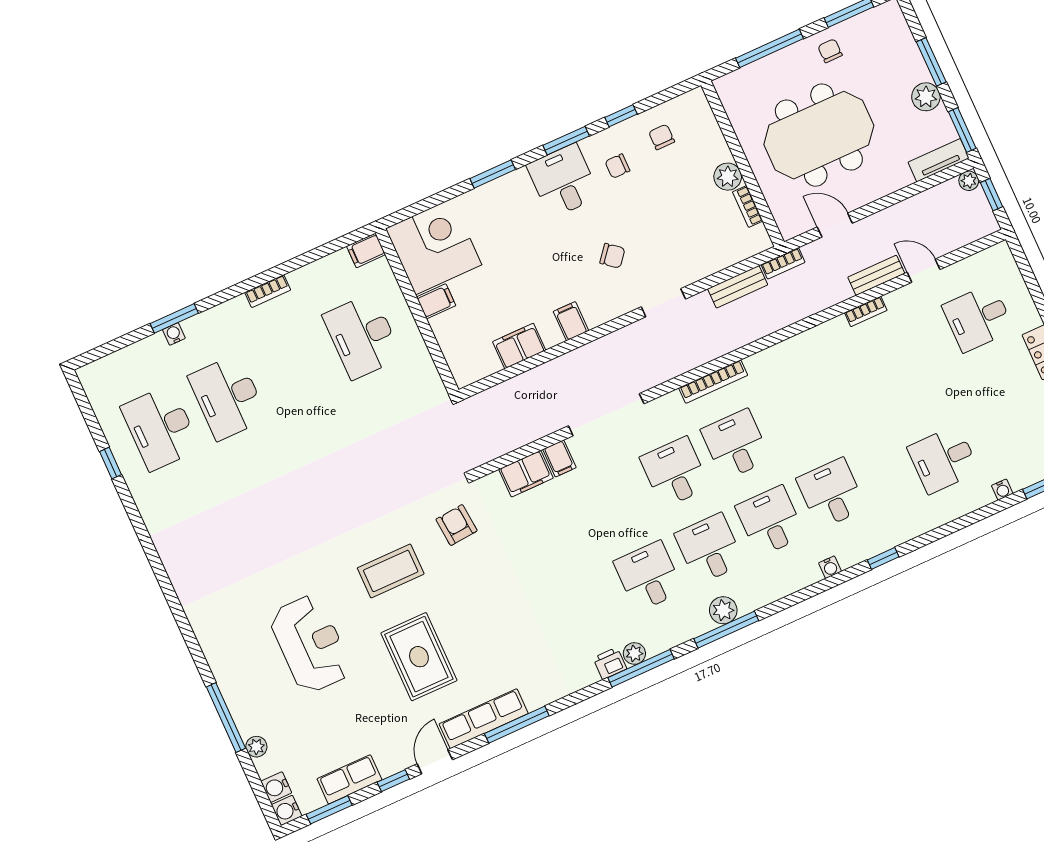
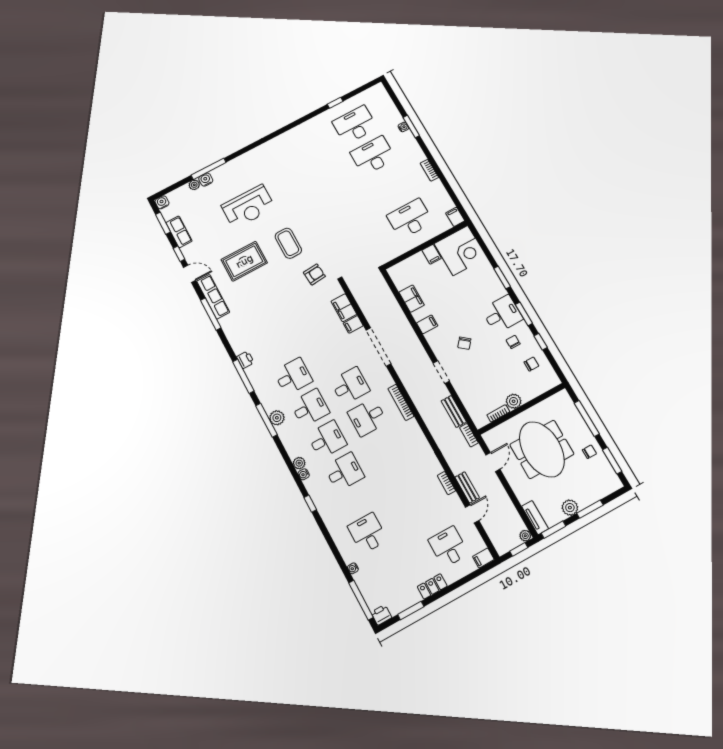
filing cabinet: (1002, 258) -> (483, 558), added
desk: (736, 445) -> (367, 417), turned 180
plant: (634, 653) -> (299, 463), moved
water cooler: (276, 787) -> (206, 180), moved

